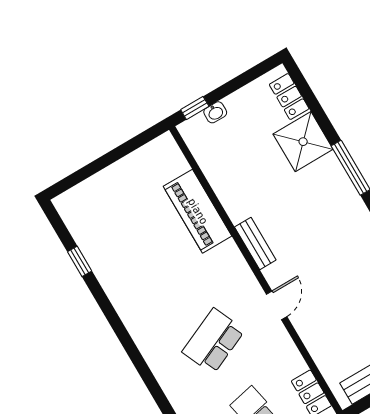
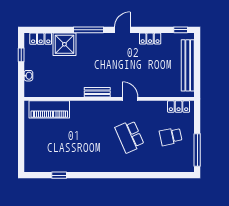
window: (195, 108) -> (21, 55), moved
piano: (198, 211) -> (49, 109), moved

